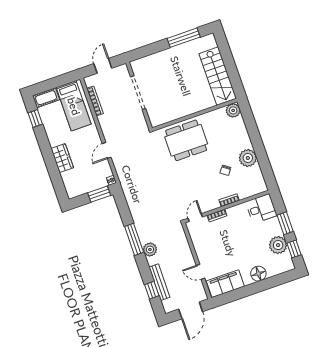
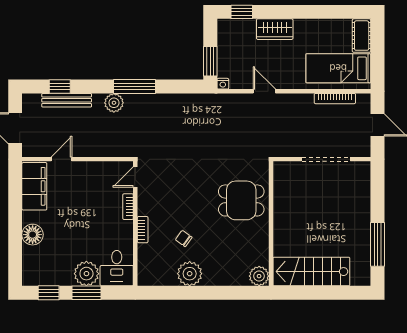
window: (35, 119) -> (242, 12), moved
dining table: (186, 140) -> (241, 200), width x0.73
door: (195, 218) -> (135, 177), swing flipped
plant: (278, 245) -> (86, 274), moved

